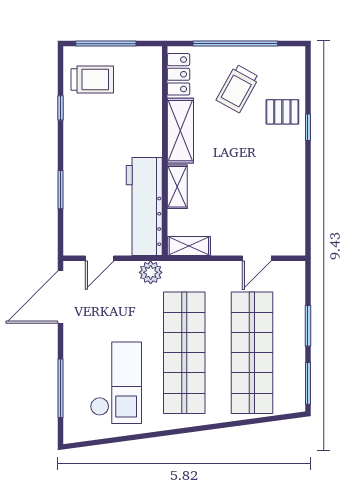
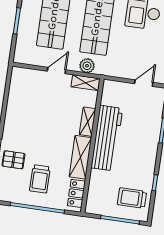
trolley: (238, 88) -> (40, 179), turned 151
workbench: (144, 207) -> (107, 138), moved
door: (257, 258) -> (56, 70), moved
plant: (151, 272) -> (87, 66), moved

